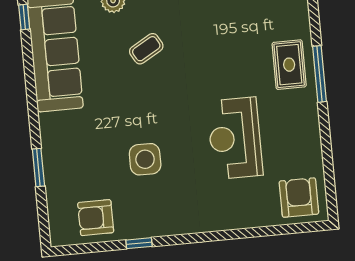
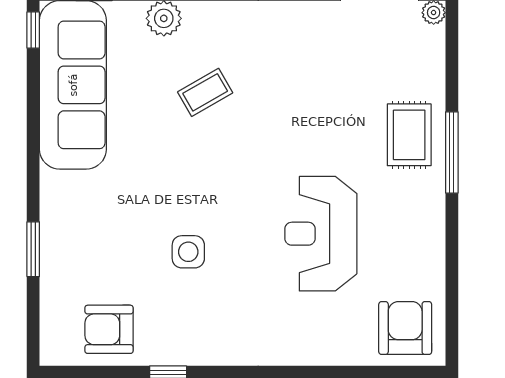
side table: (145, 159) -> (188, 252), width x0.73, depth x0.73

